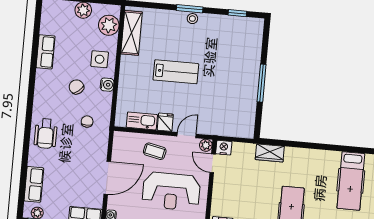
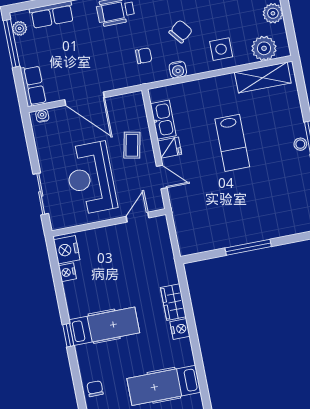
water cooler: (107, 85) -> (178, 70), moved
plant: (206, 145) -> (156, 203), removed
nightstand: (224, 148) -> (180, 329), moved
wardrobe: (270, 153) -> (173, 302), moved

